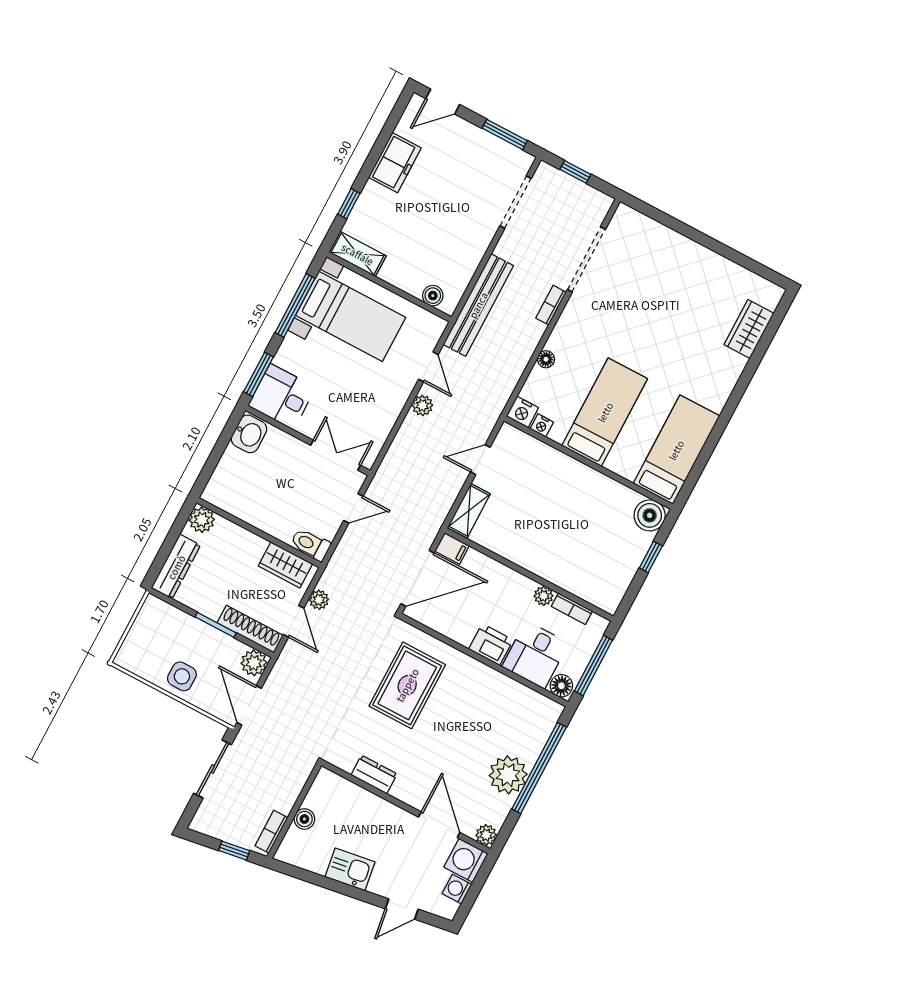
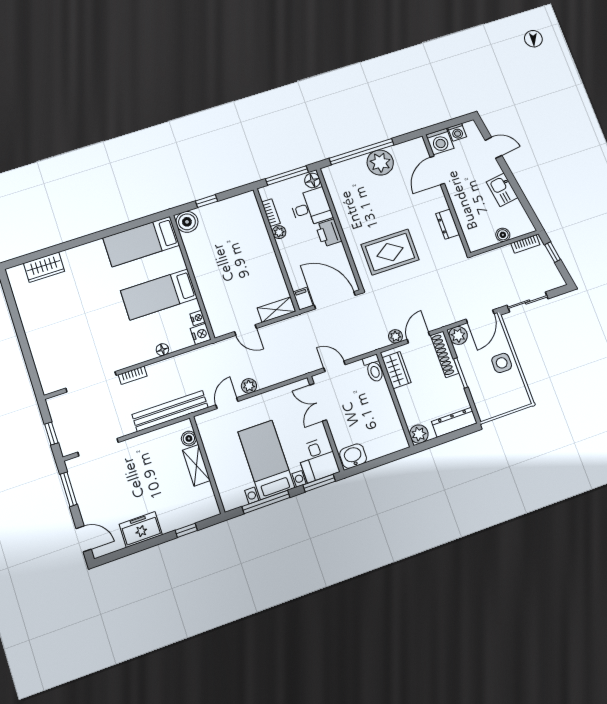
shelving: (358, 254) -> (196, 465), moved
bed with nightstands: (351, 316) -> (266, 460), moved
plant: (486, 835) -> (418, 144), removed

